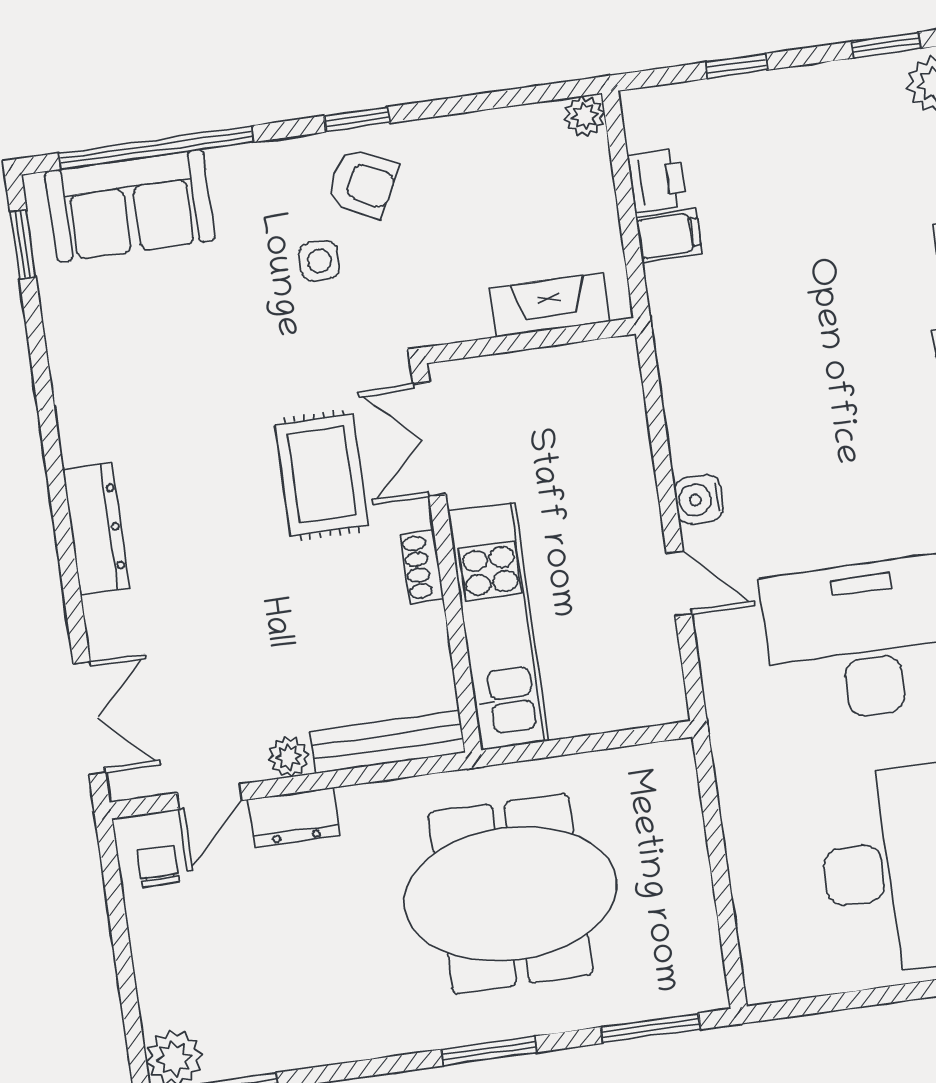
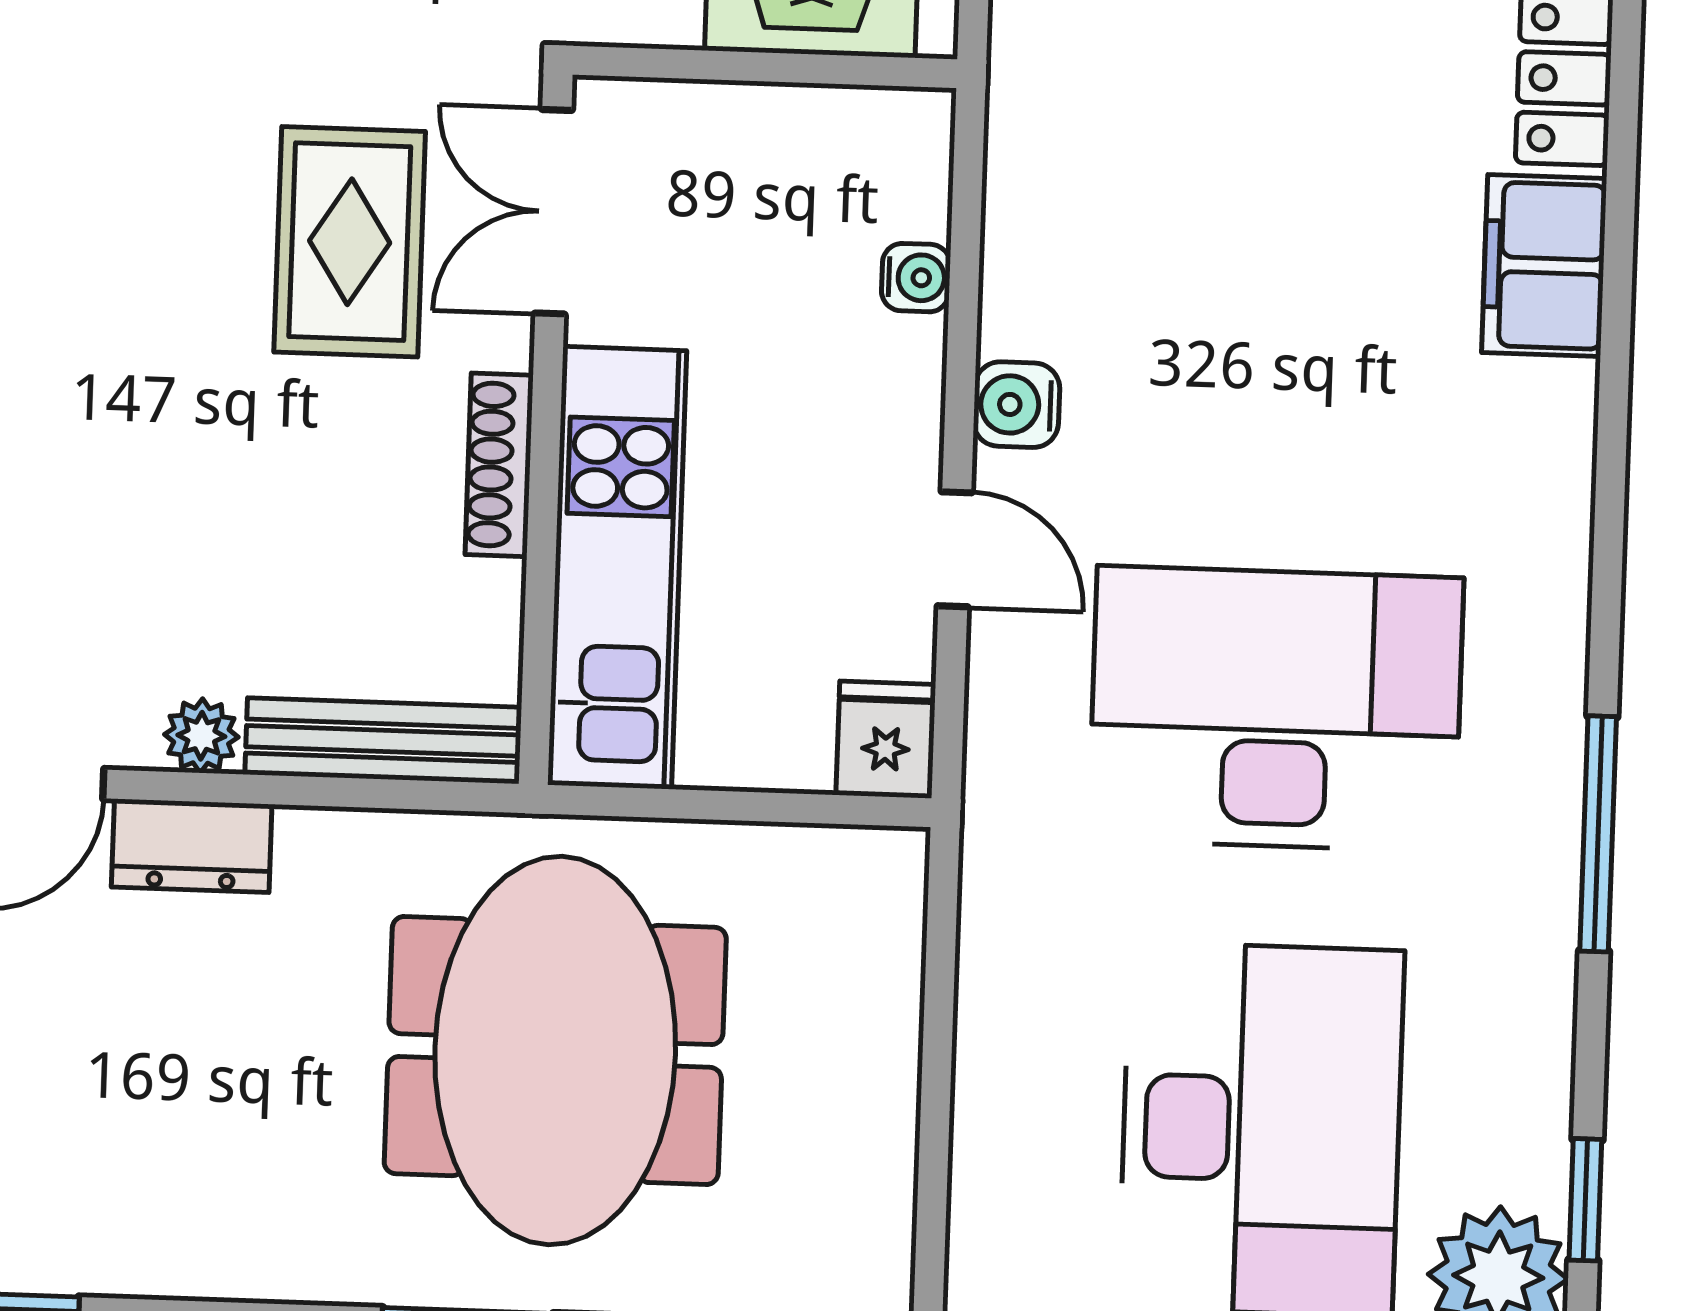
water cooler: (632, 440) -> (916, 278), added
shoe rack: (422, 567) -> (499, 465), width x1.43
fridge: (660, 694) -> (886, 740), added
meeting table: (511, 894) -> (555, 1051), turned 90

